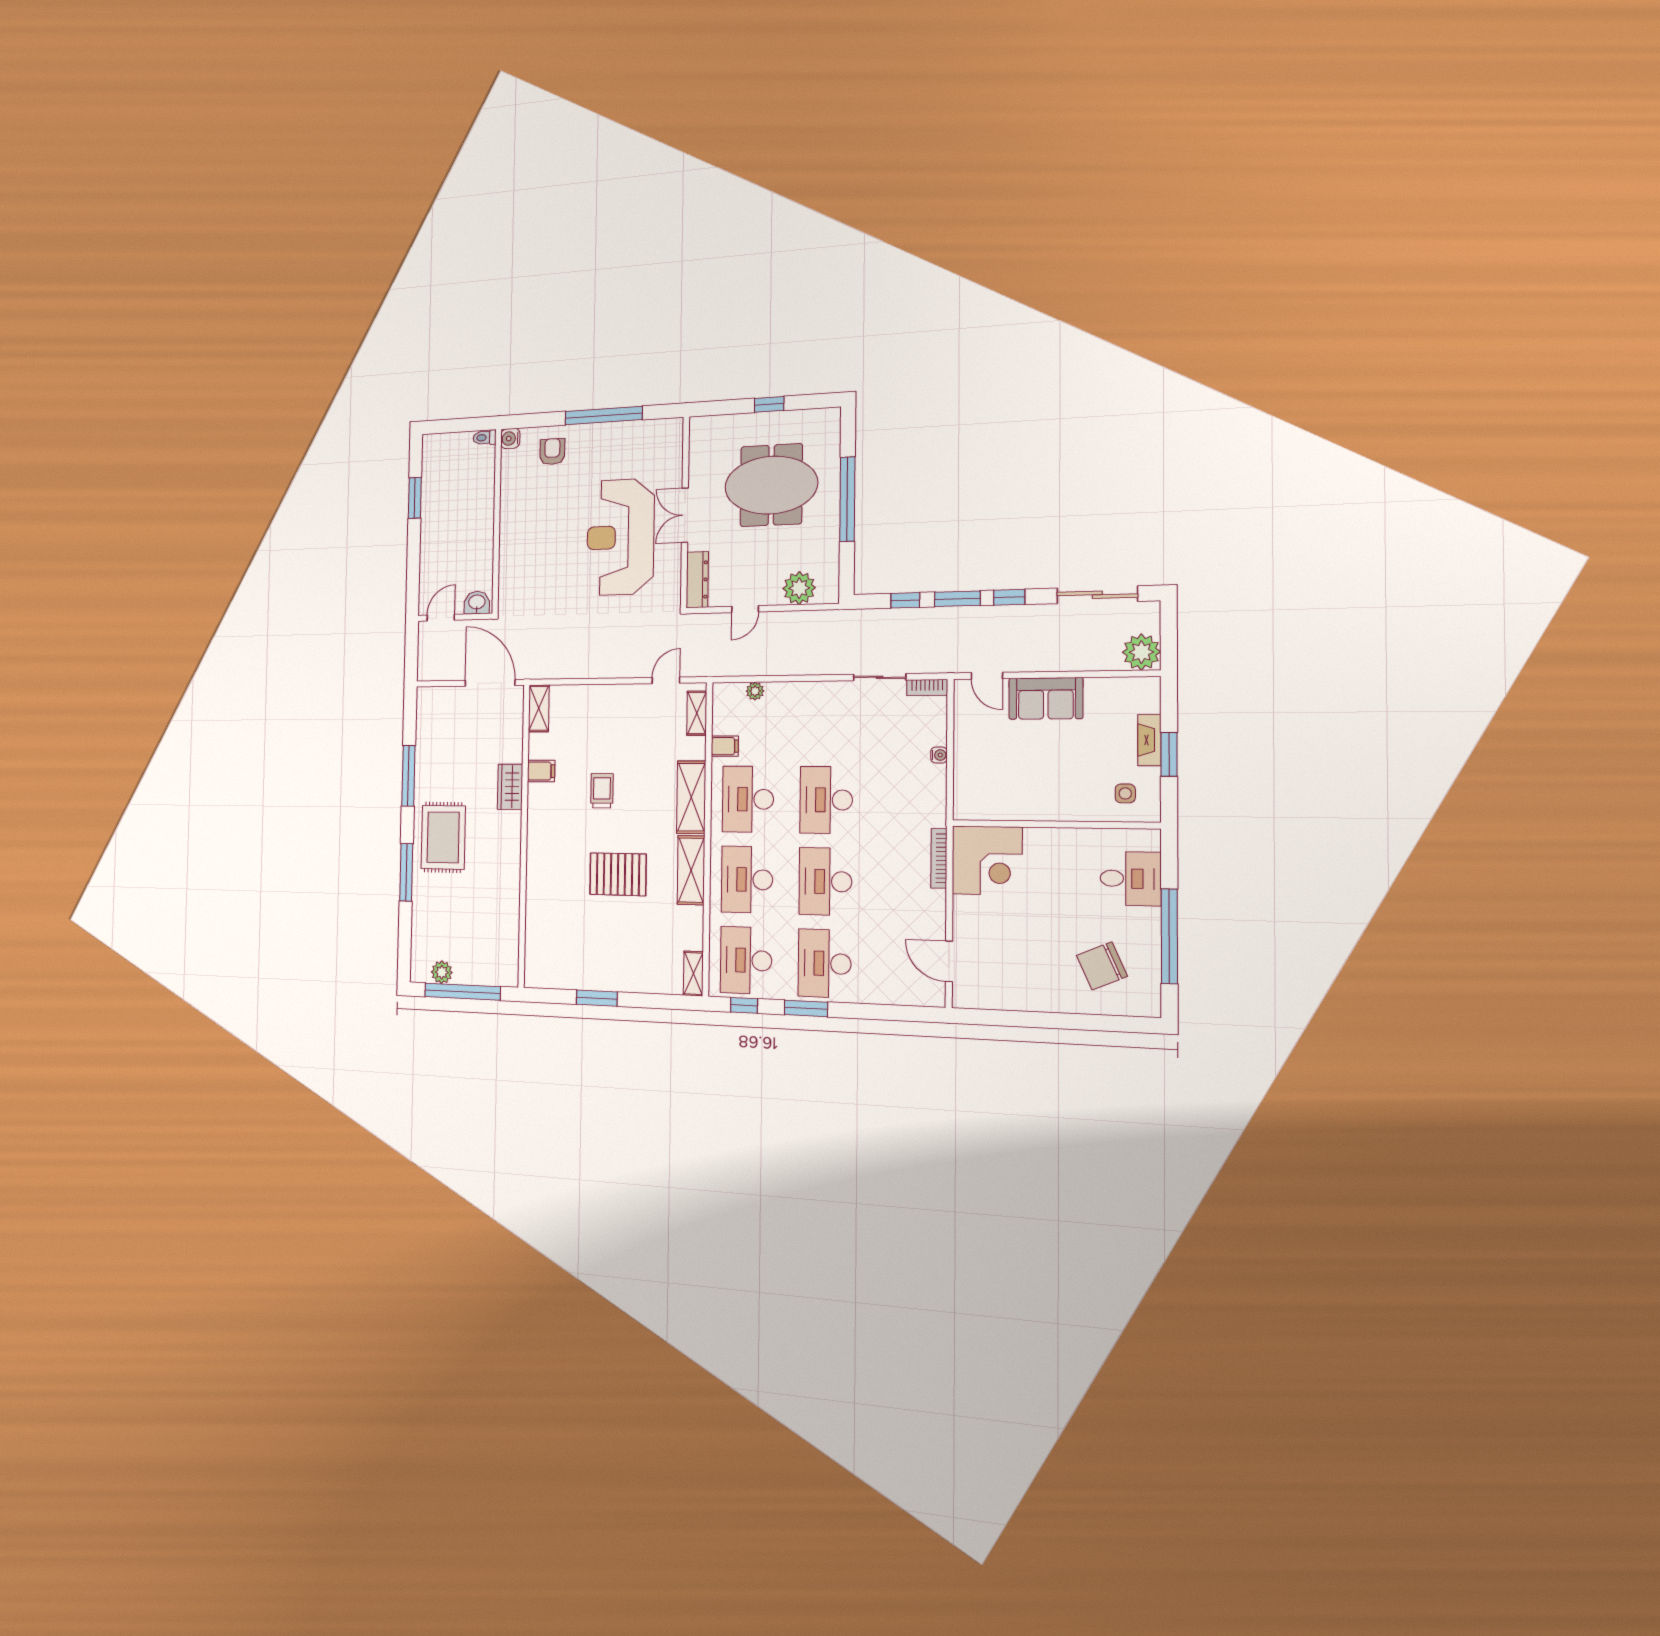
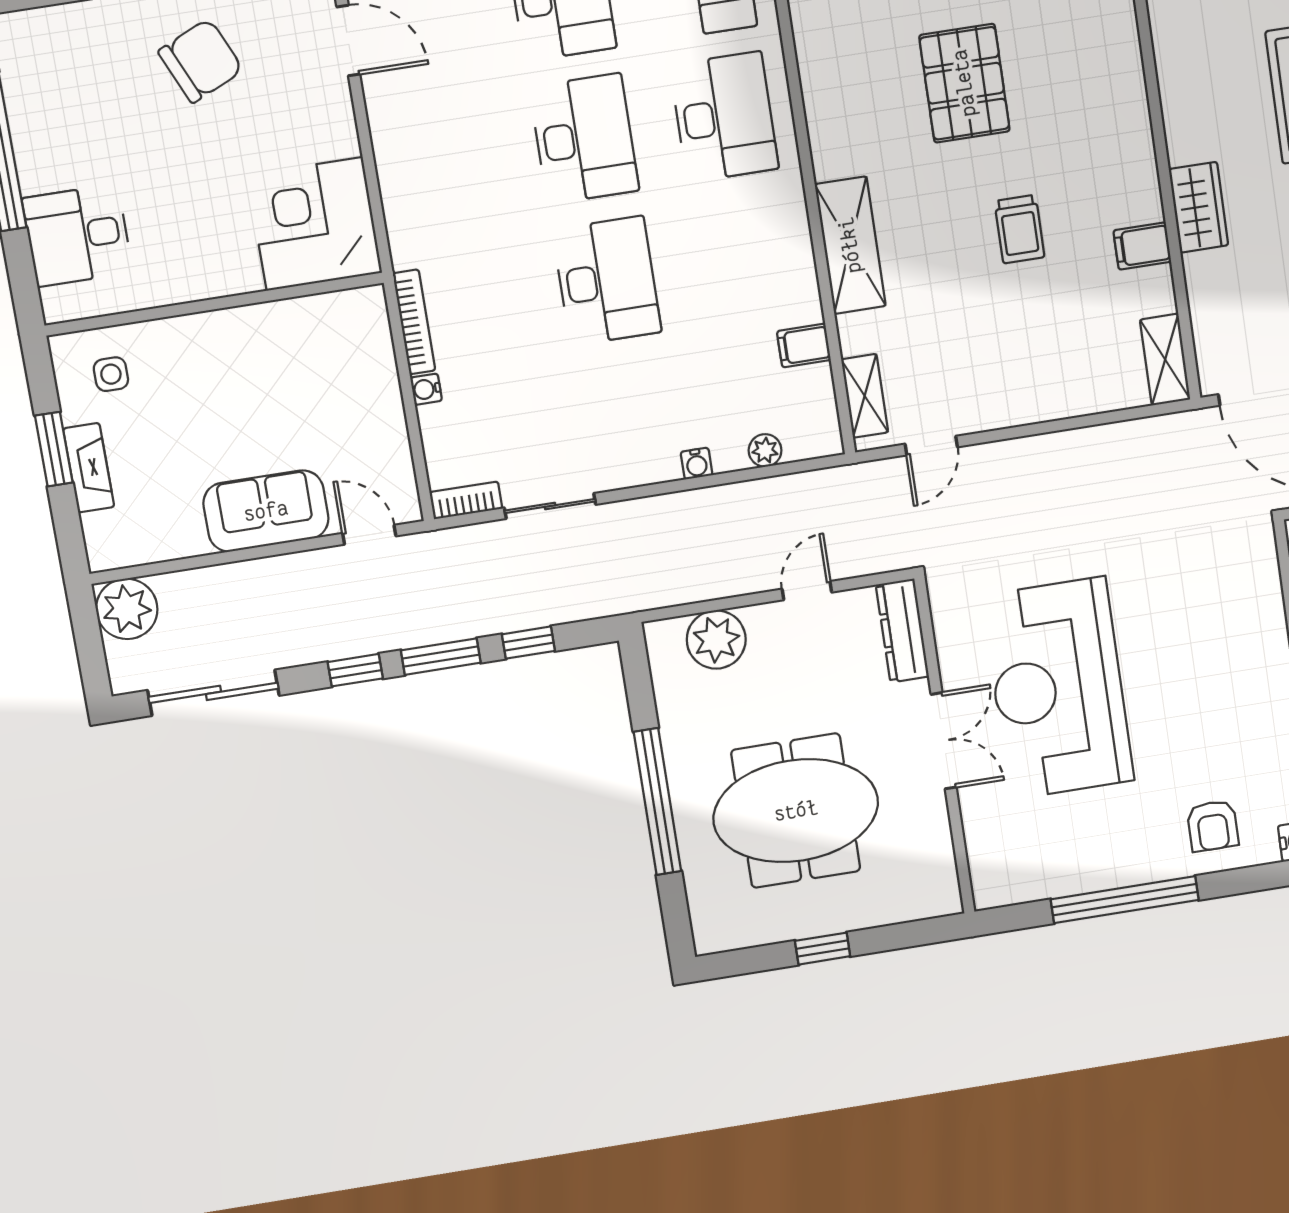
reception desk: (620, 537) -> (1058, 688), turned 180
water cooler: (794, 689) -> (697, 464), added
desk: (748, 799) -> (746, 259), removed
bookcase: (939, 858) -> (414, 322), moved
shelving: (691, 870) -> (829, 115), removed
pallet: (618, 874) -> (964, 83), turned 90
chair: (1102, 966) -> (201, 61), moved

